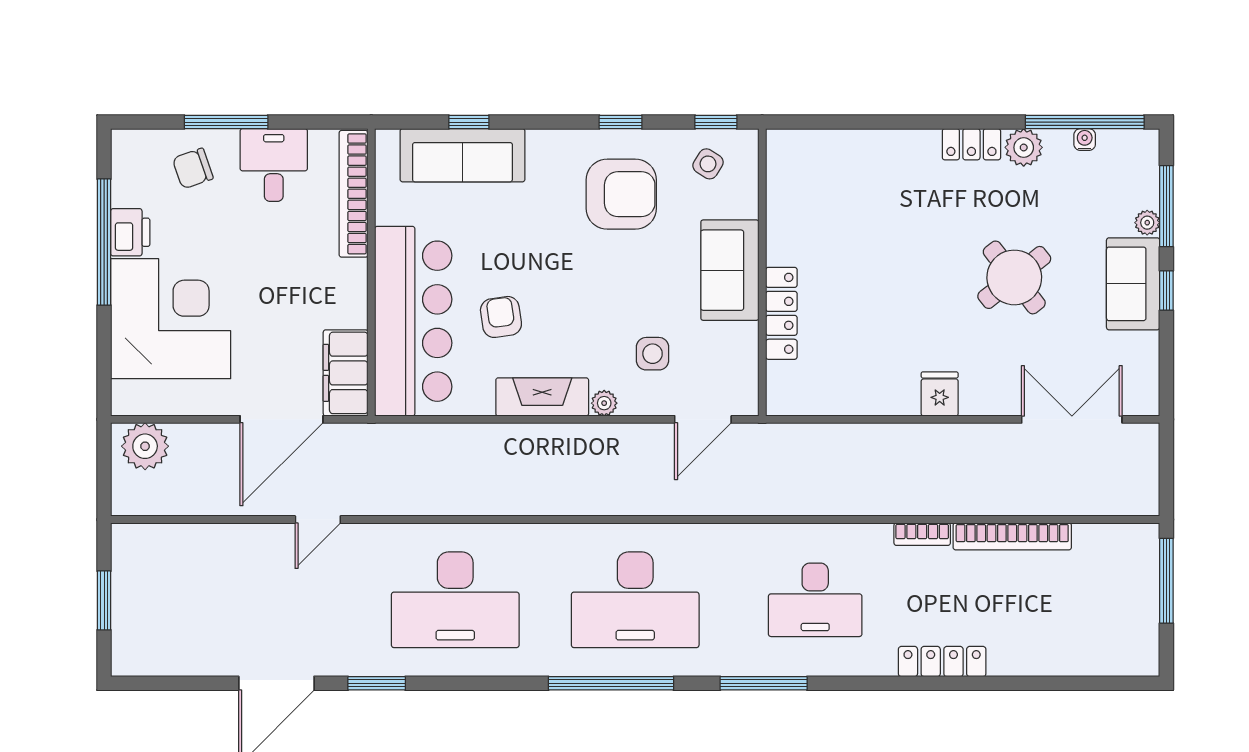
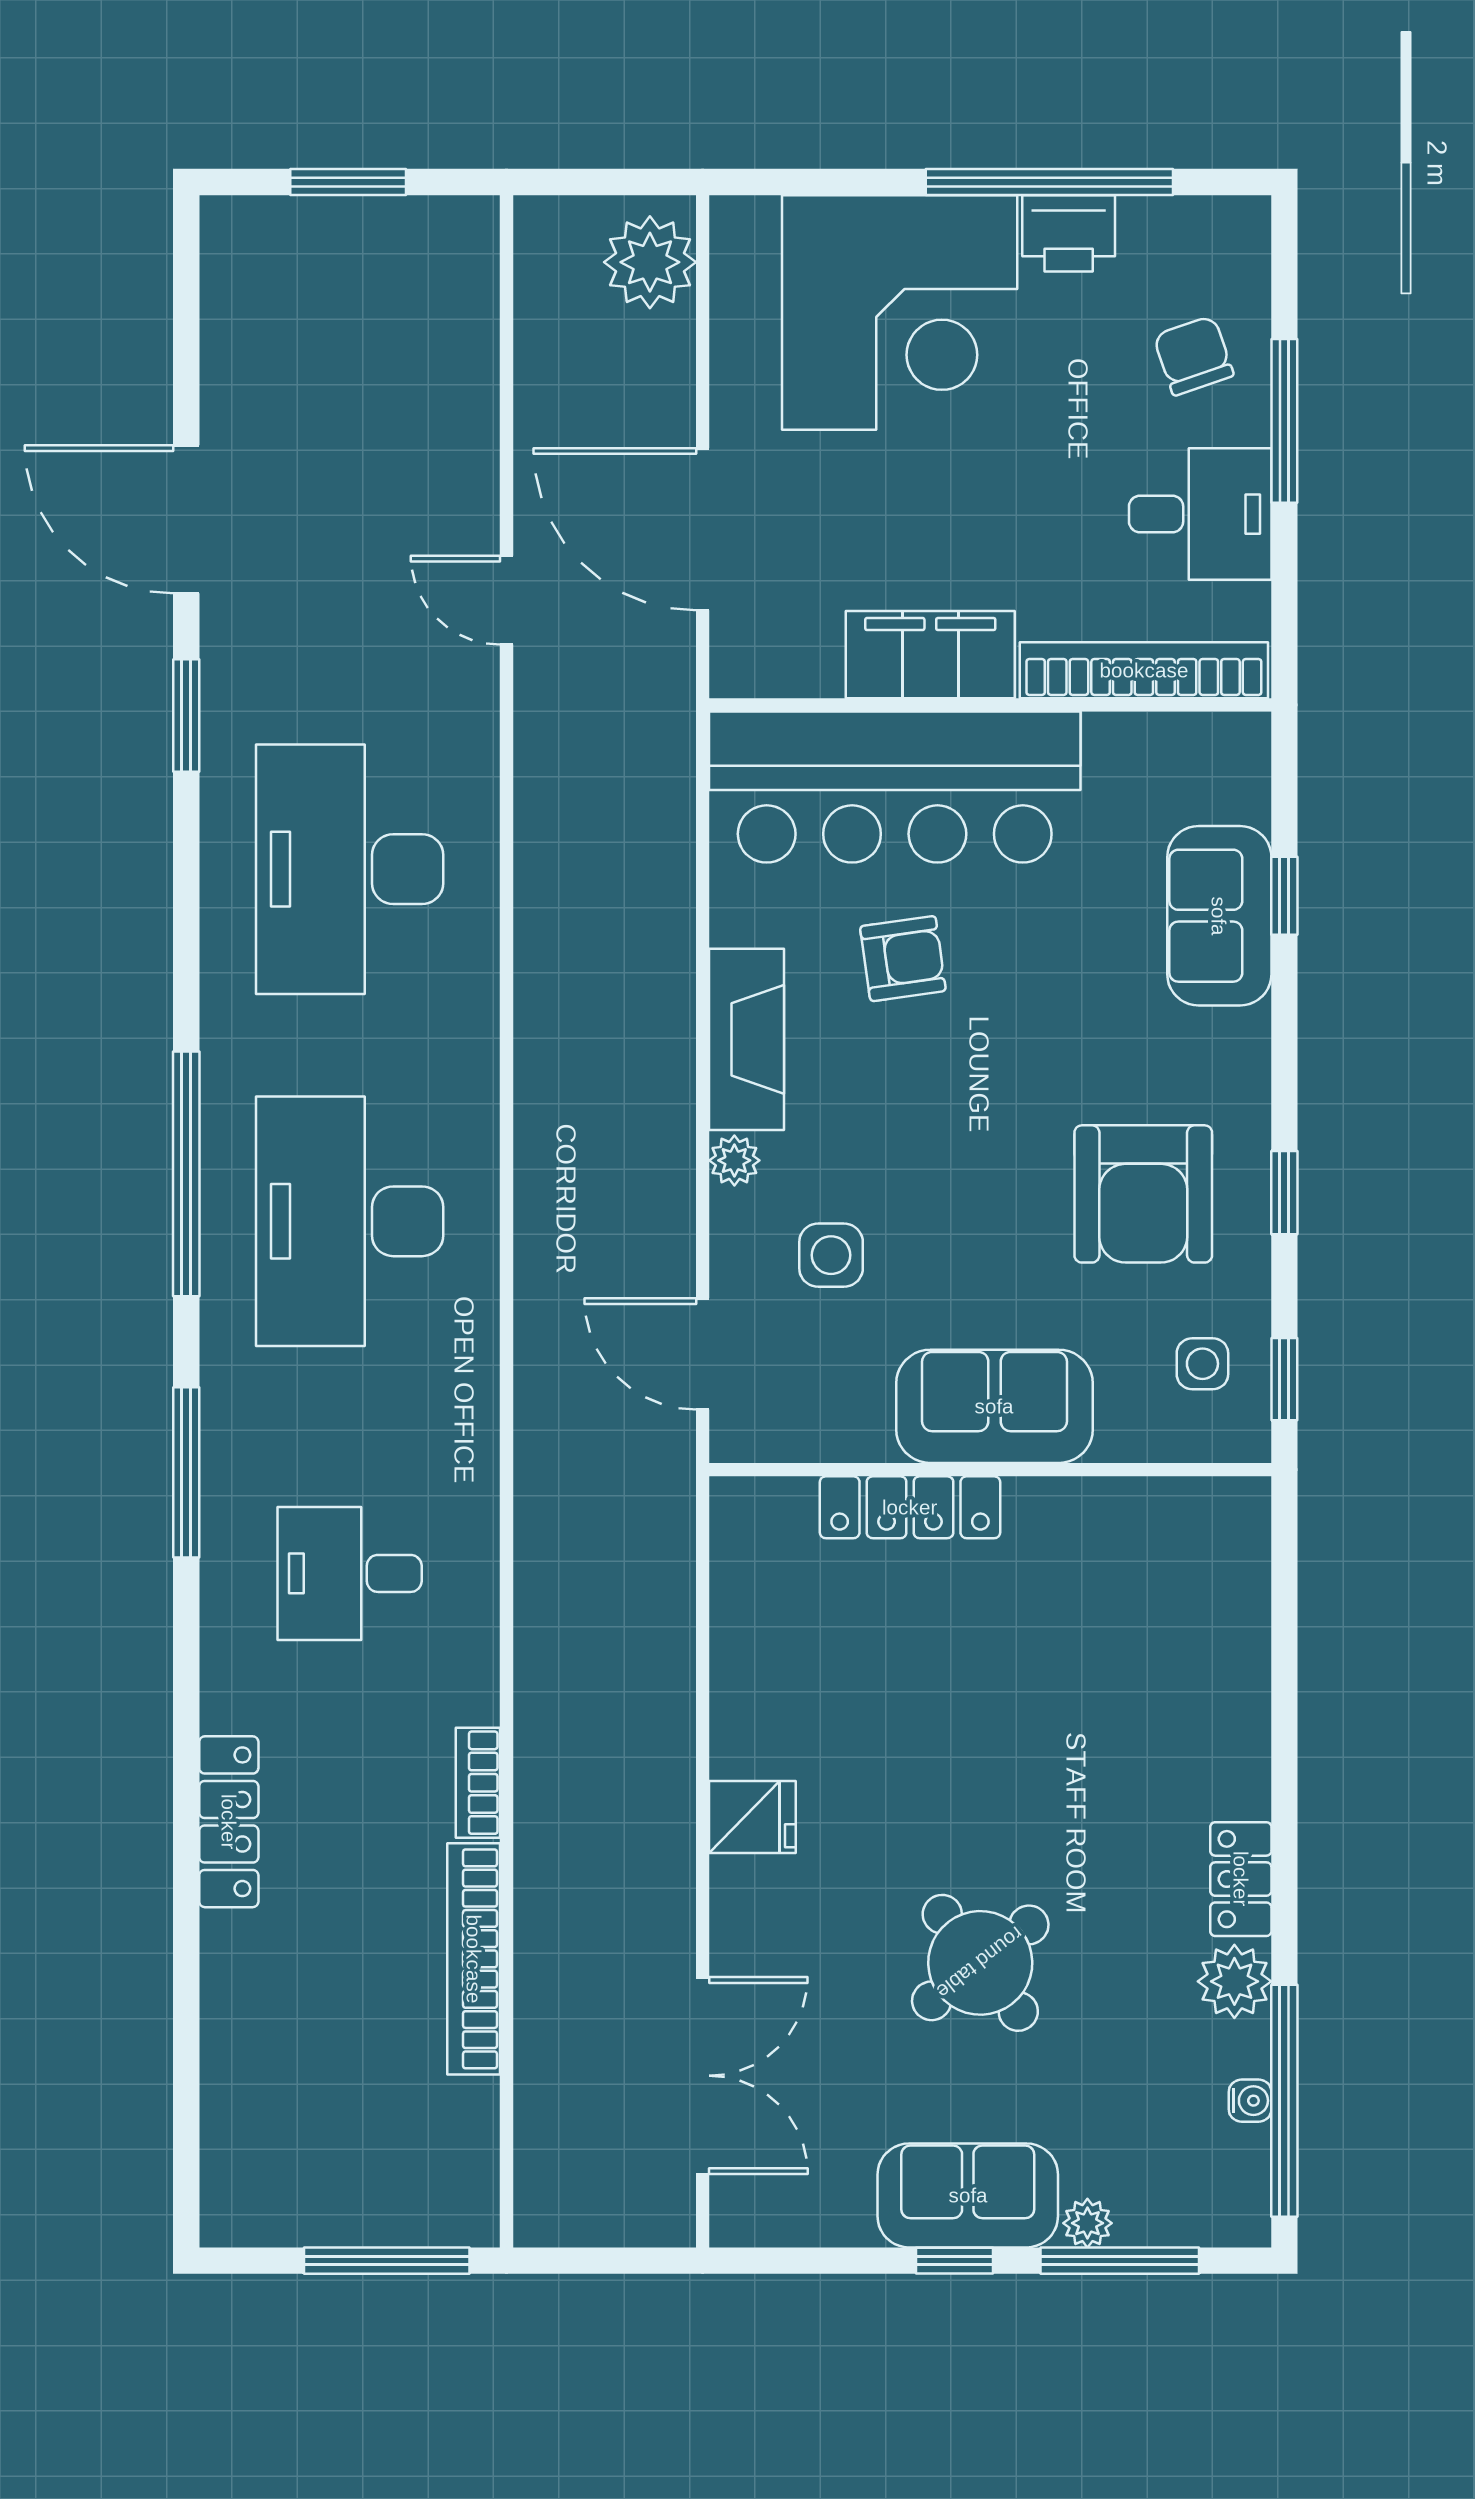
sofa: (462, 155) -> (1219, 916), width x0.73
side table: (708, 164) -> (1202, 1364), turned -32
filing cabinet: (346, 373) -> (930, 655), moved
desk: (815, 600) -> (350, 1573), width x0.73

